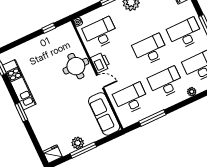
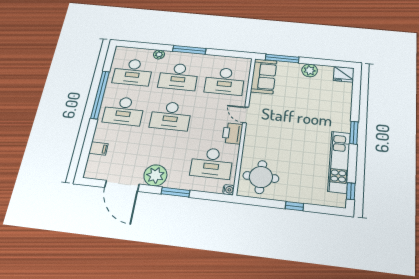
window: (49, 28) -> (294, 206), moved
round table: (76, 66) -> (261, 177), moved
sofa: (104, 114) -> (264, 76), width x0.73
window: (152, 118) -> (189, 50), moved
window: (83, 150) -> (282, 59), moved

